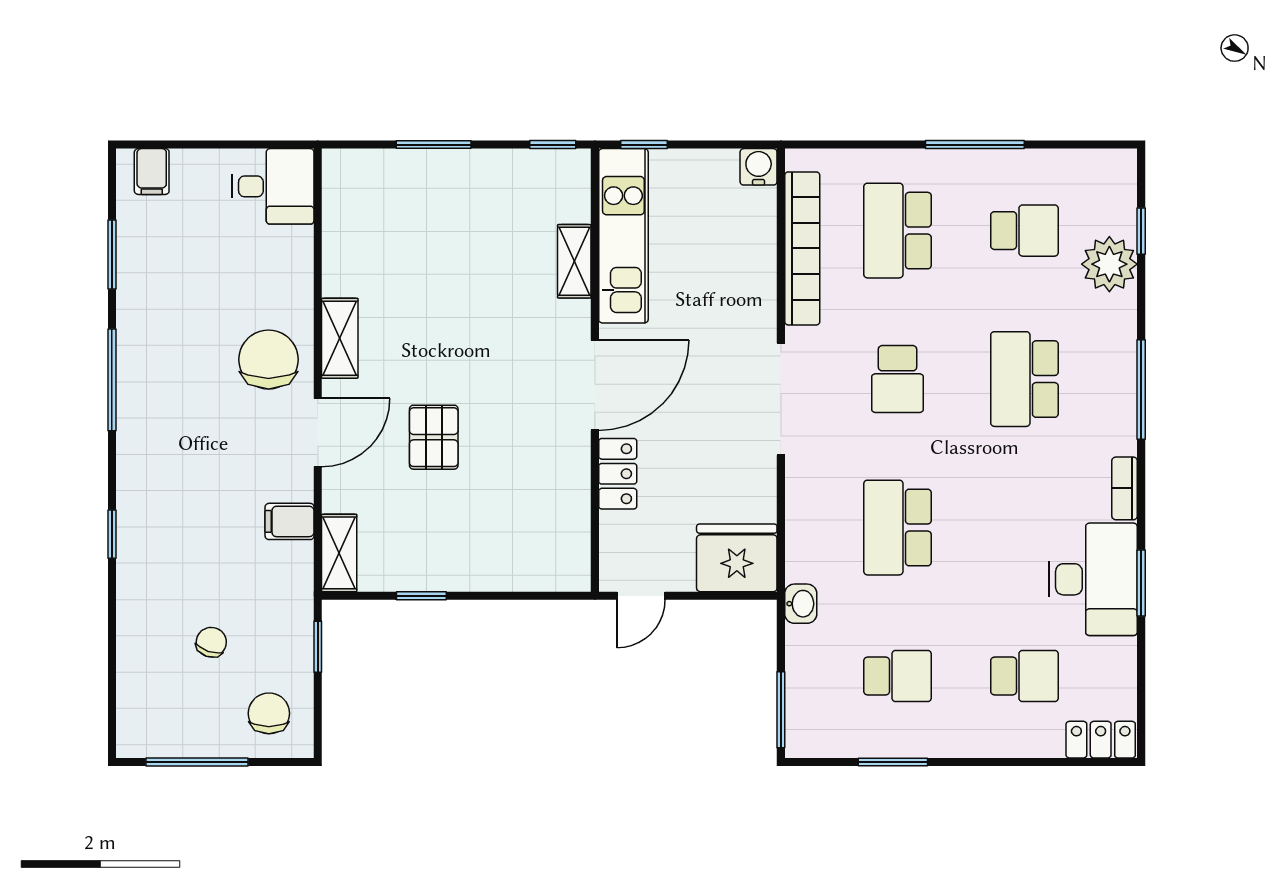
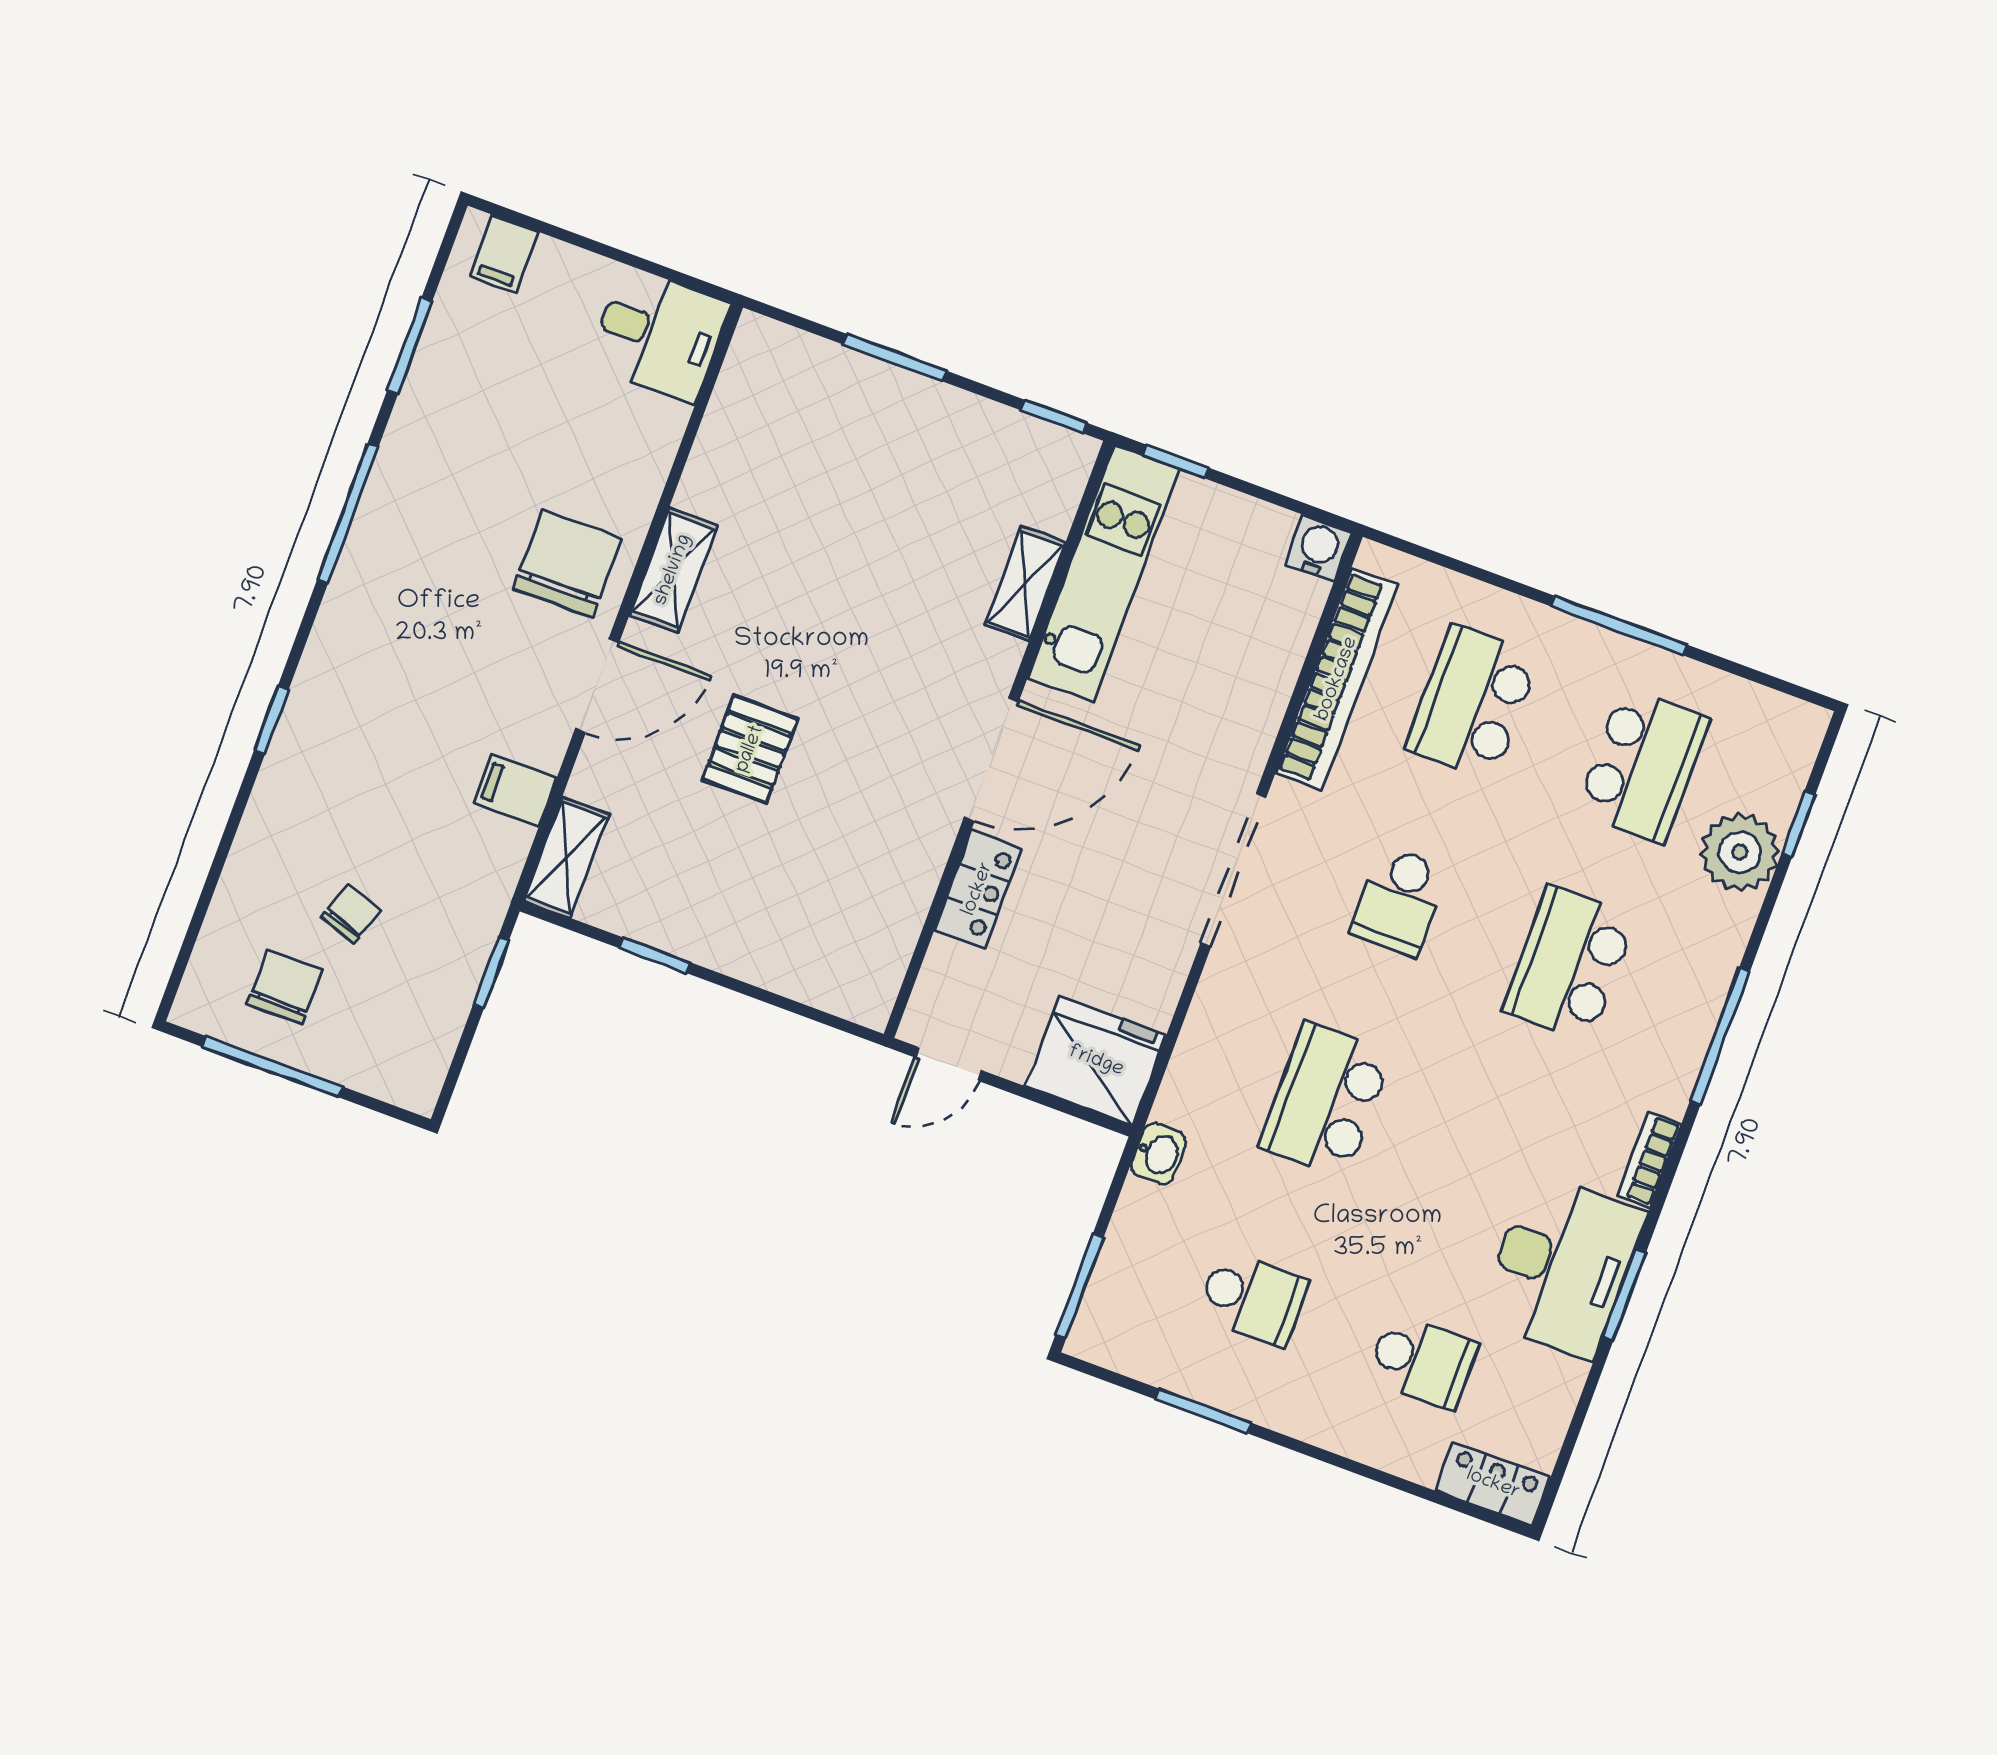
school desk: (1024, 231) -> (1643, 765), width x1.85
chair: (269, 713) -> (285, 987), moved

